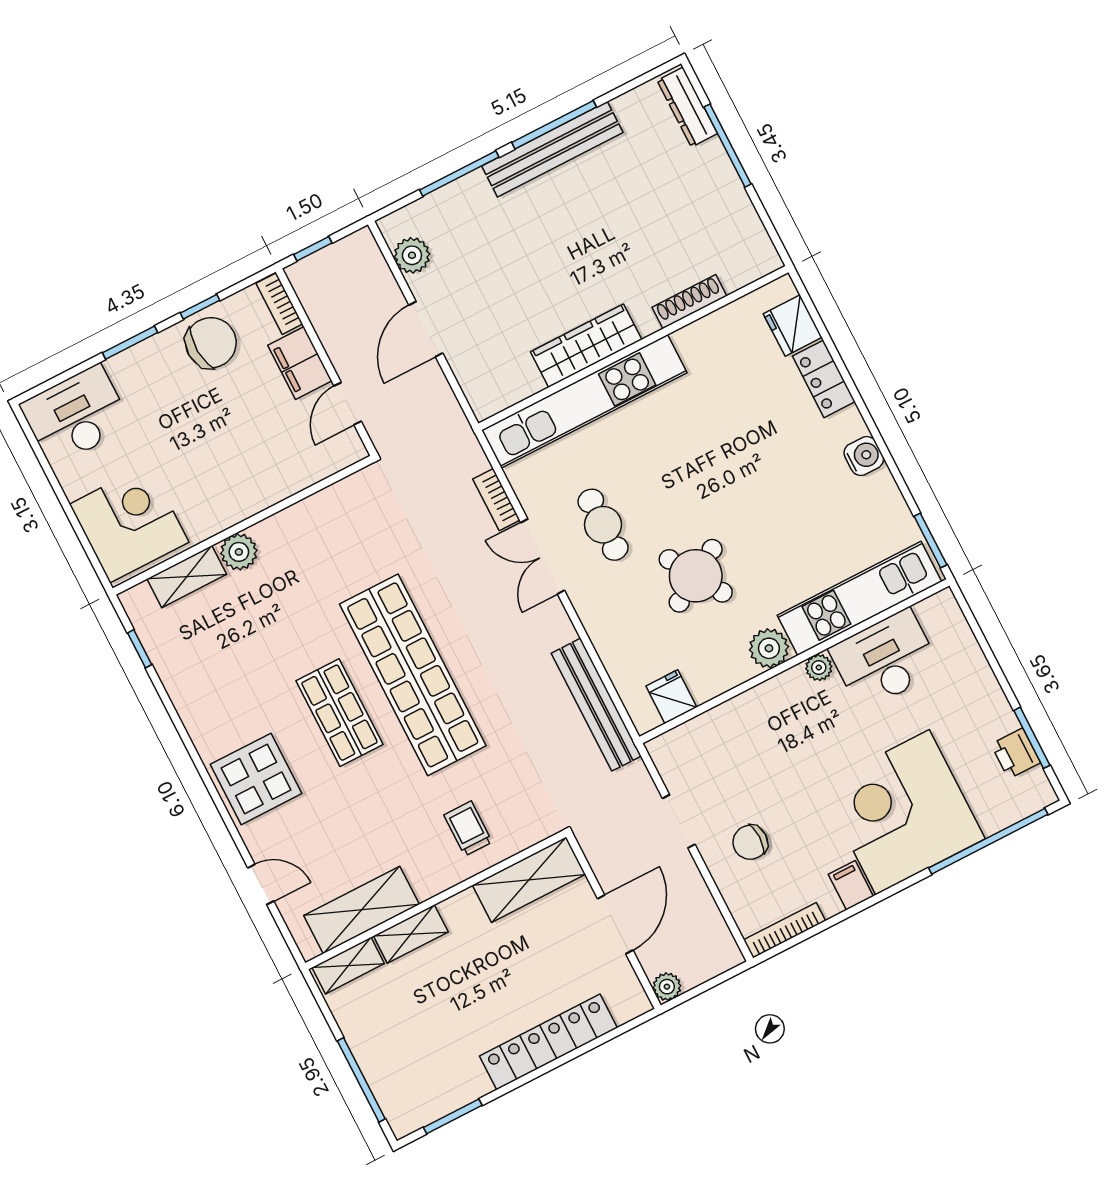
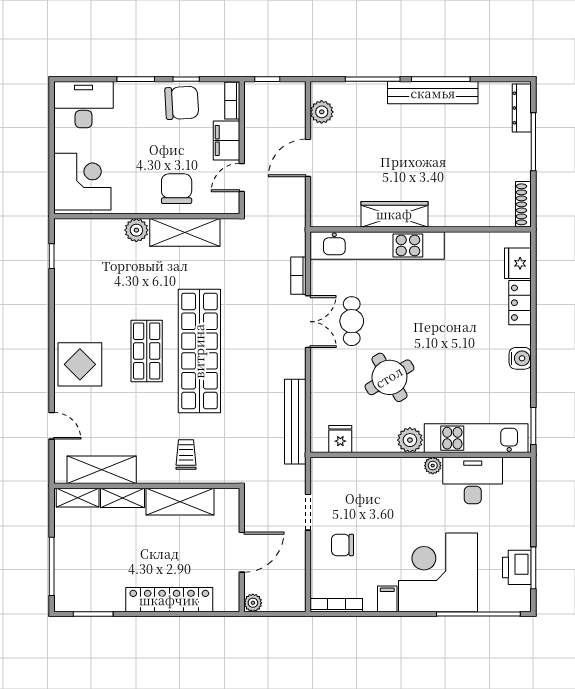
shoe rack: (689, 302) -> (523, 204), moved, turned -90
chair: (265, 466) -> (177, 189), added
double door: (543, 557) -> (308, 322), swing flipped
shelving: (187, 577) -> (185, 232), moved, width x1.50, depth x1.33
printer: (1016, 753) -> (517, 567), width x1.36, depth x1.24
shelving: (529, 880) -> (180, 502), moved

